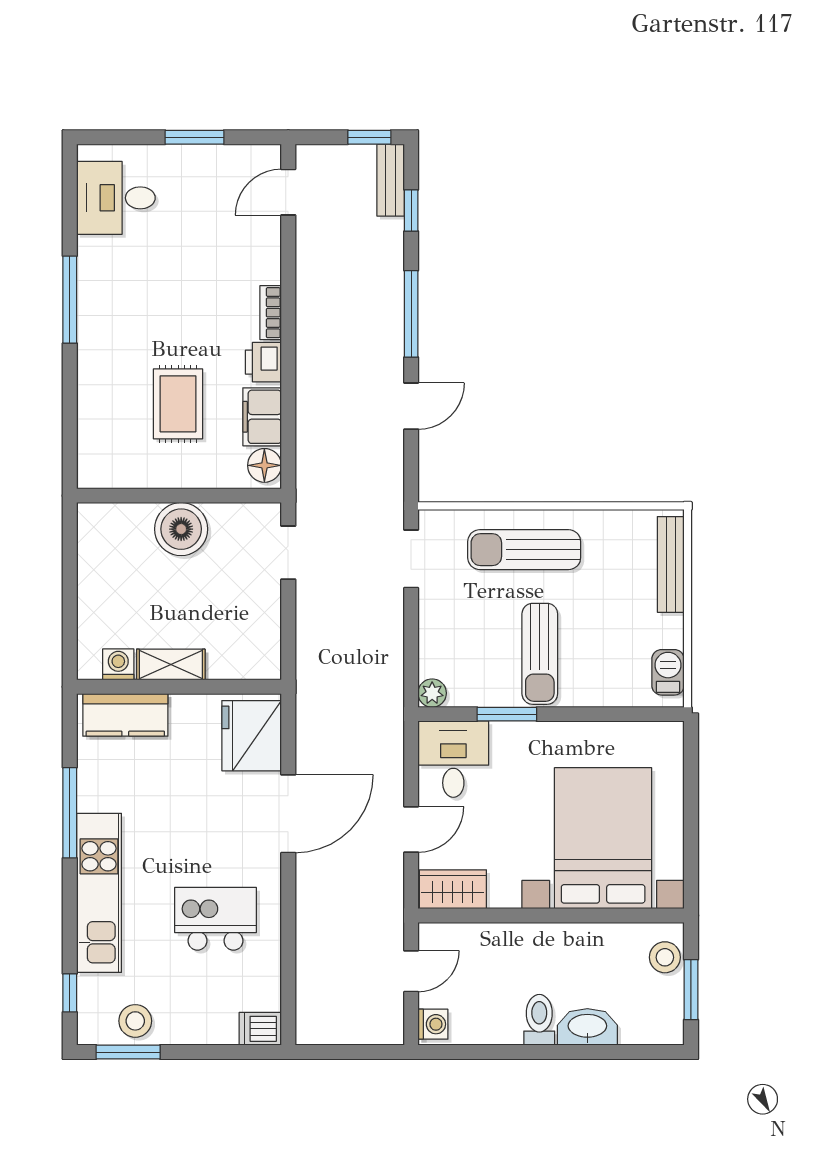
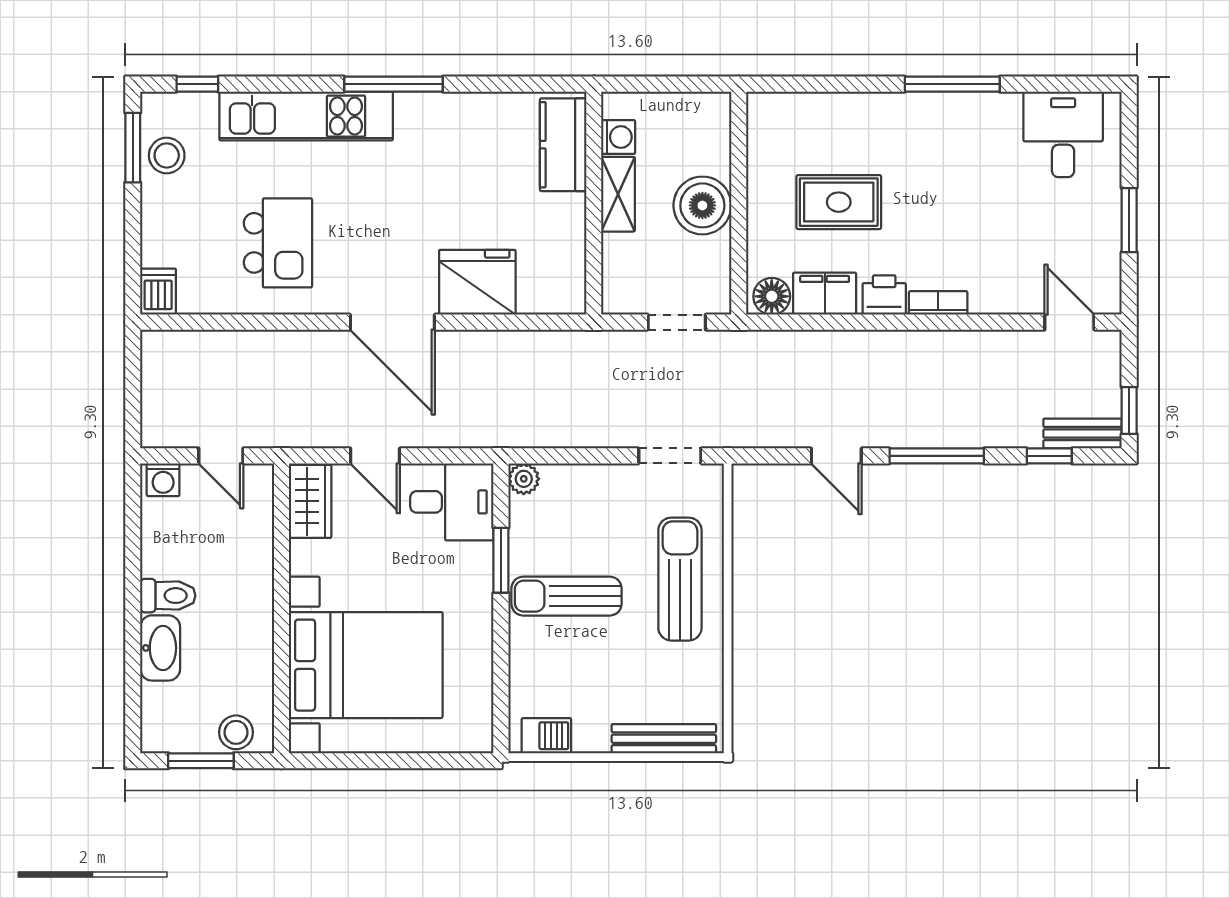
washing machine: (118, 664) -> (618, 137), moved
shelving: (171, 665) -> (618, 194), moved
wall: (179, 687) -> (594, 203), moved
kitchen counter: (125, 715) -> (563, 145), moved

